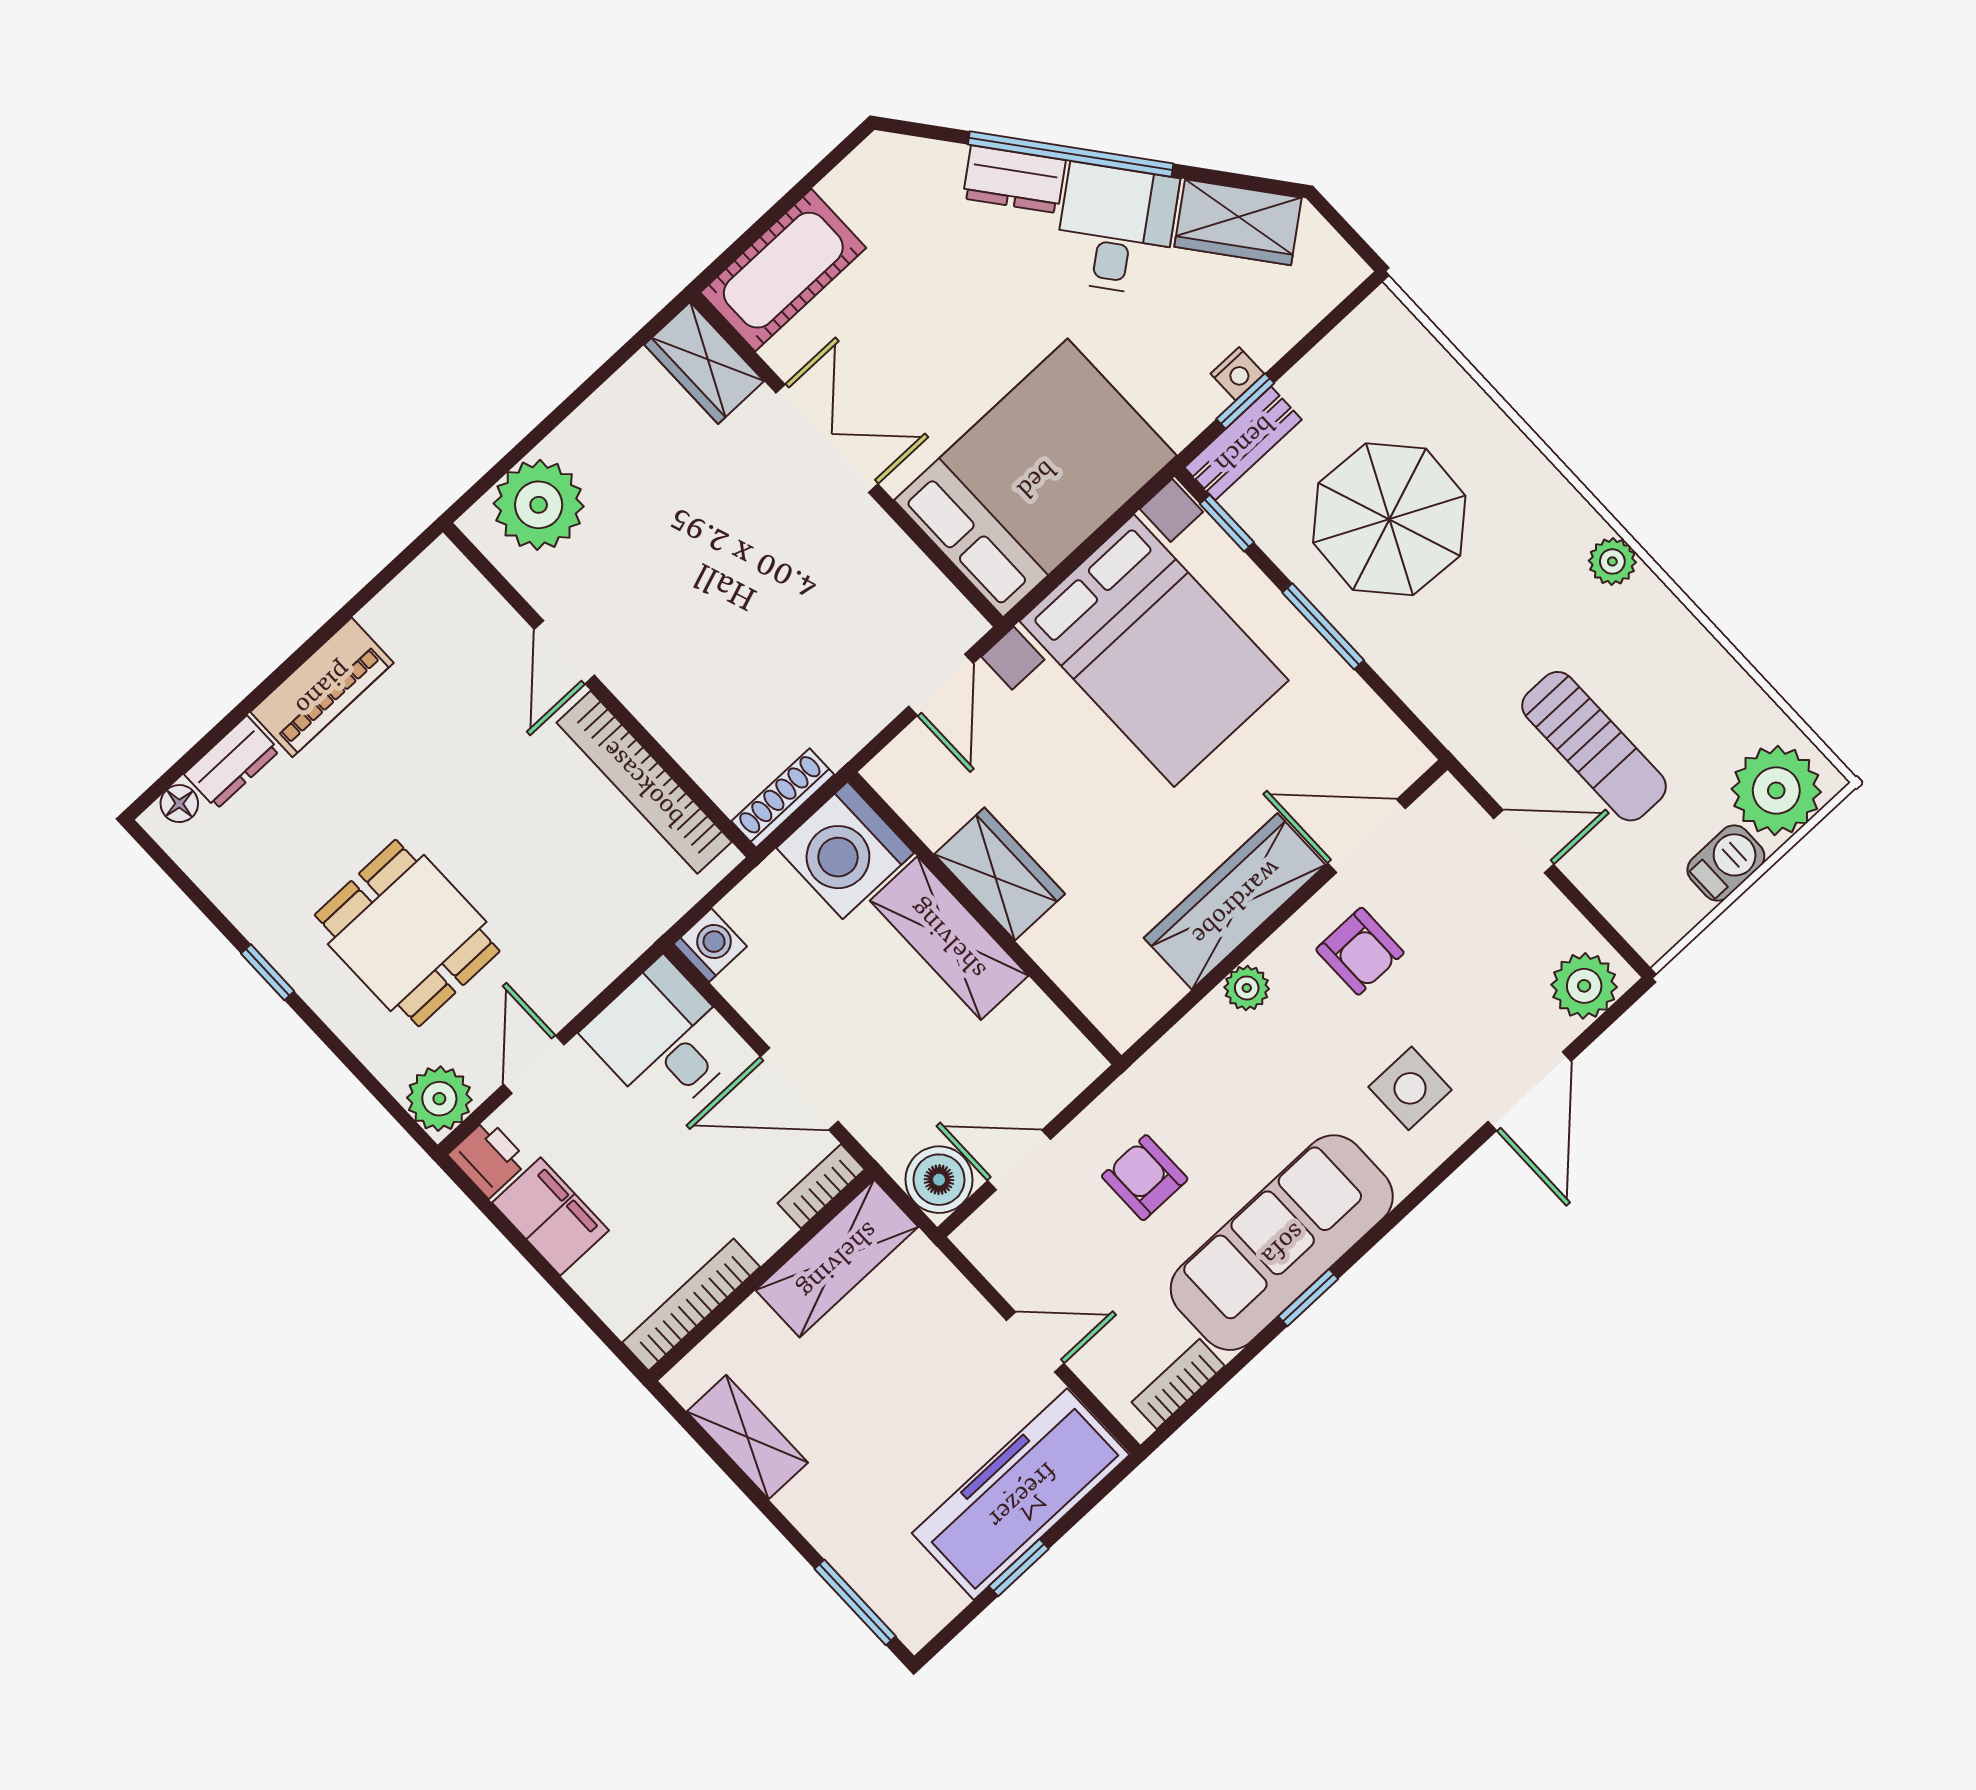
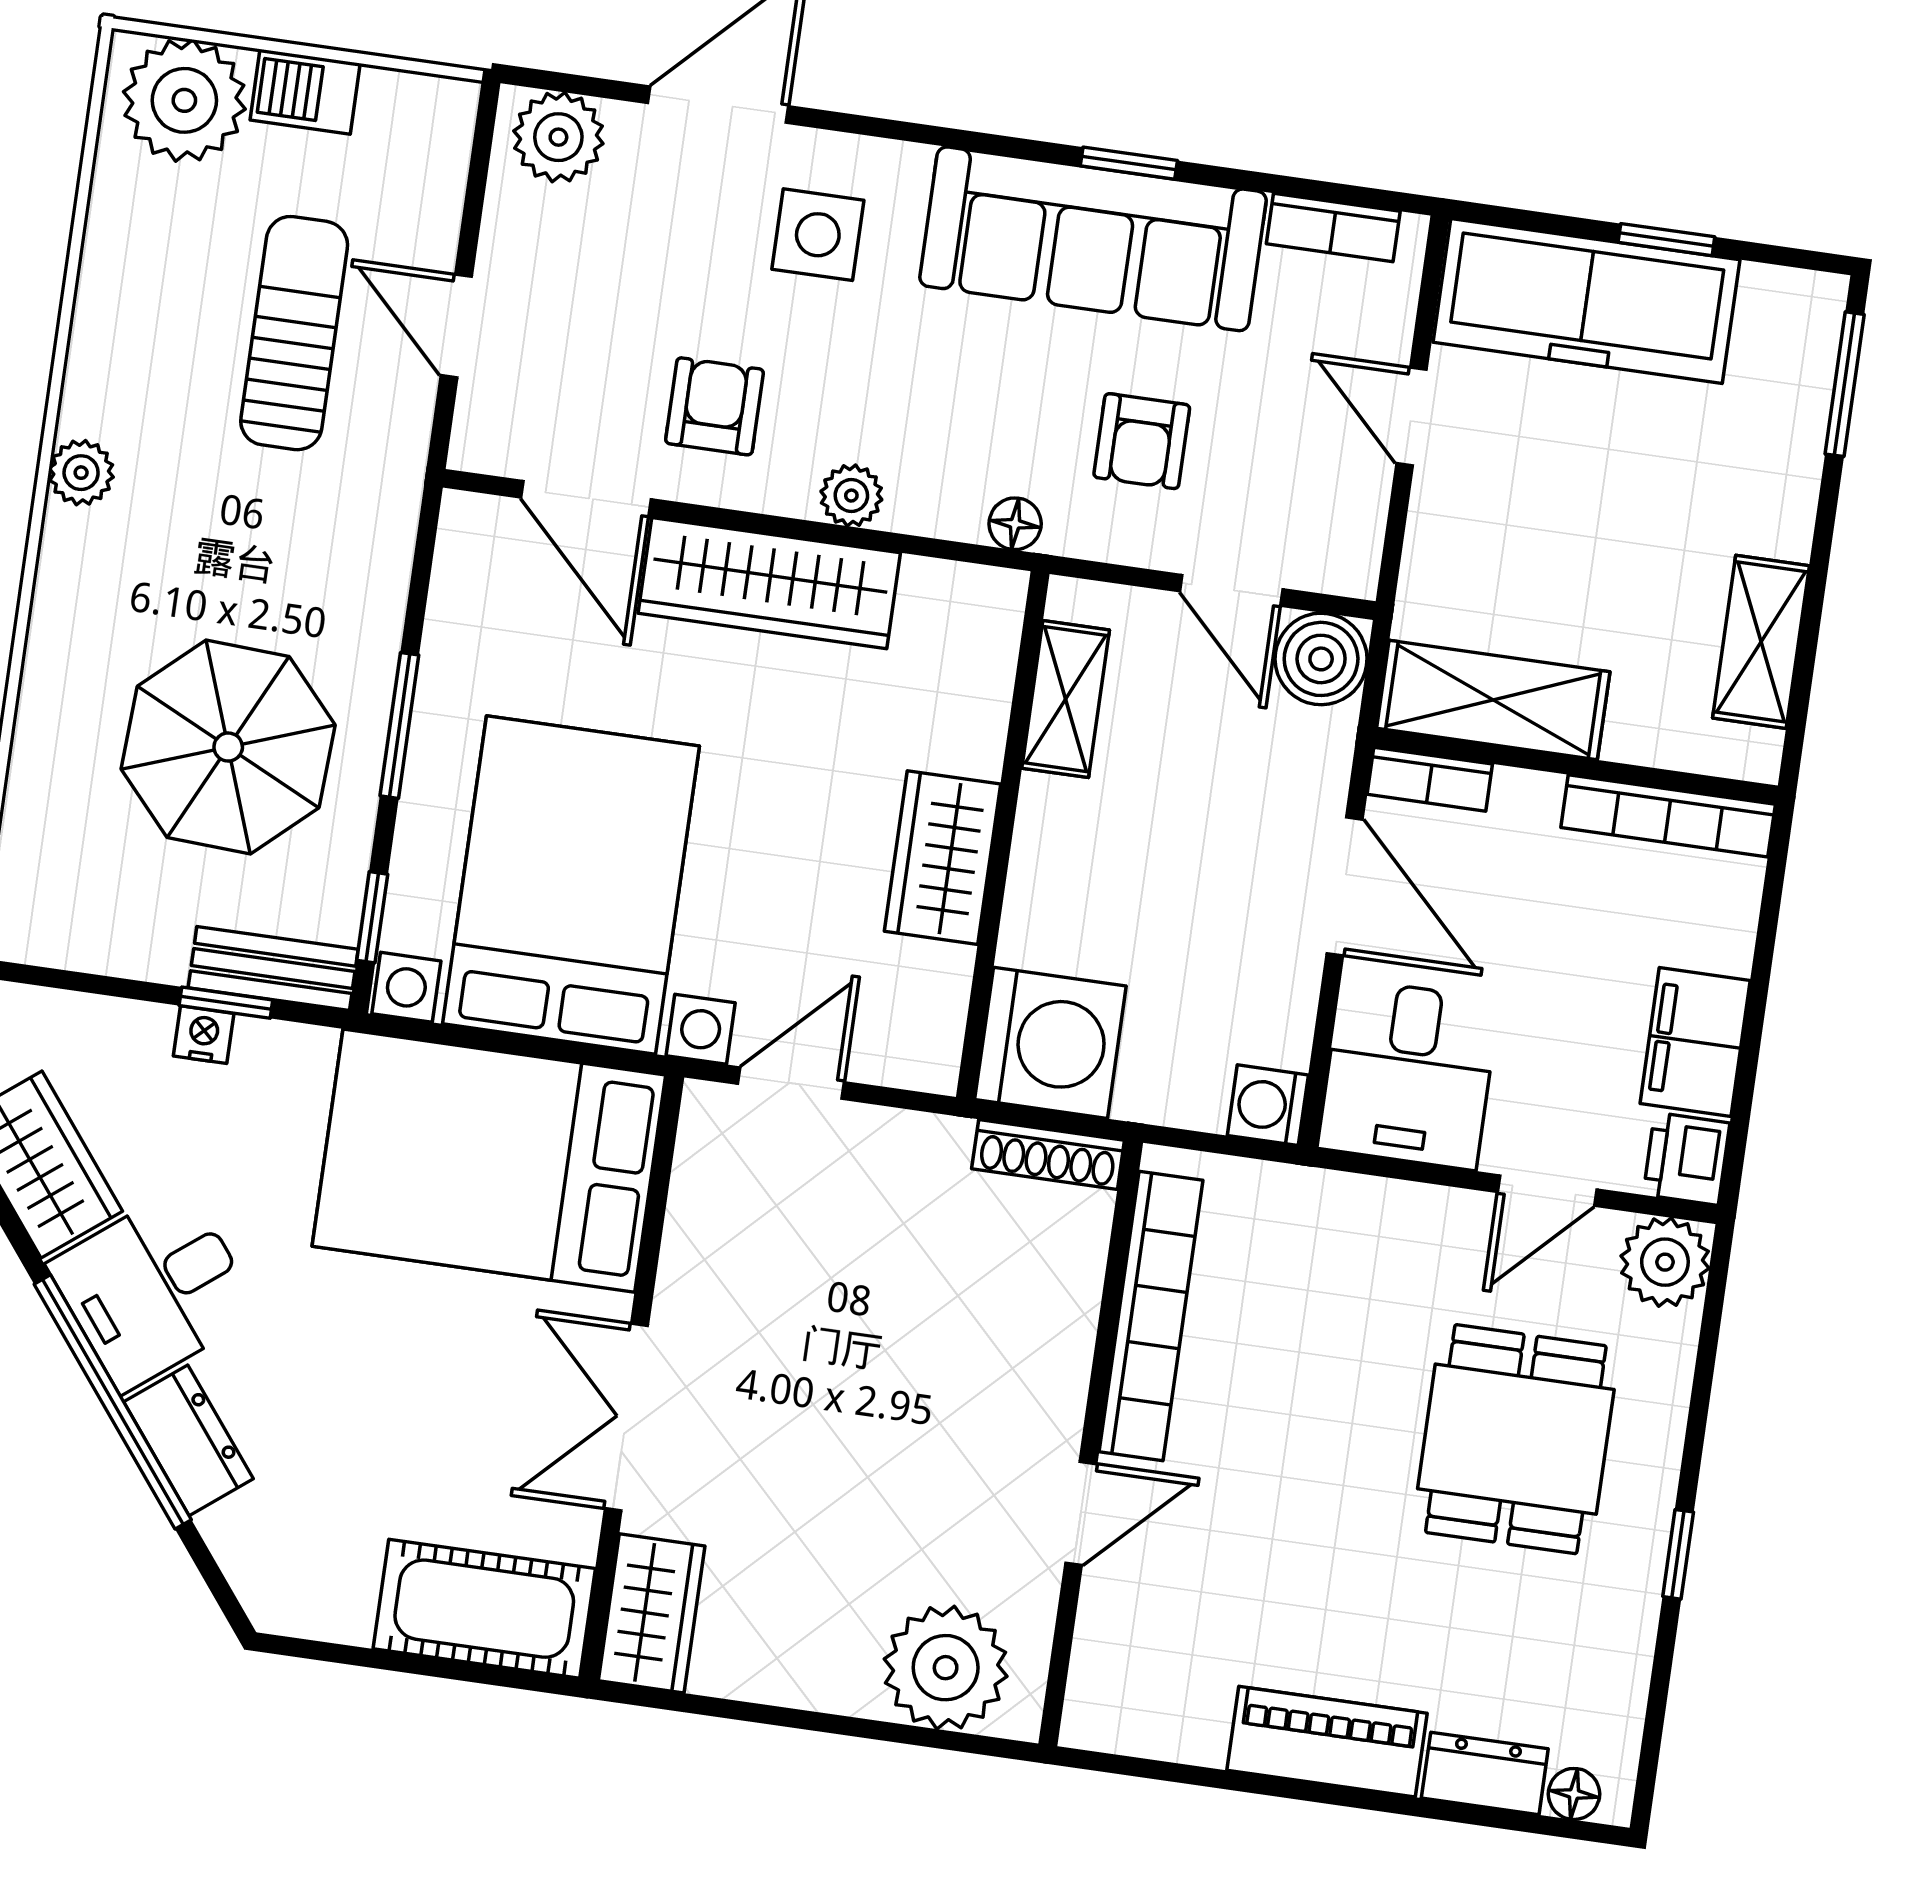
shelving: (949, 938) -> (1066, 699), moved, width x0.67, depth x0.75
floor lamp: (1156, 1068) -> (1015, 524), added

